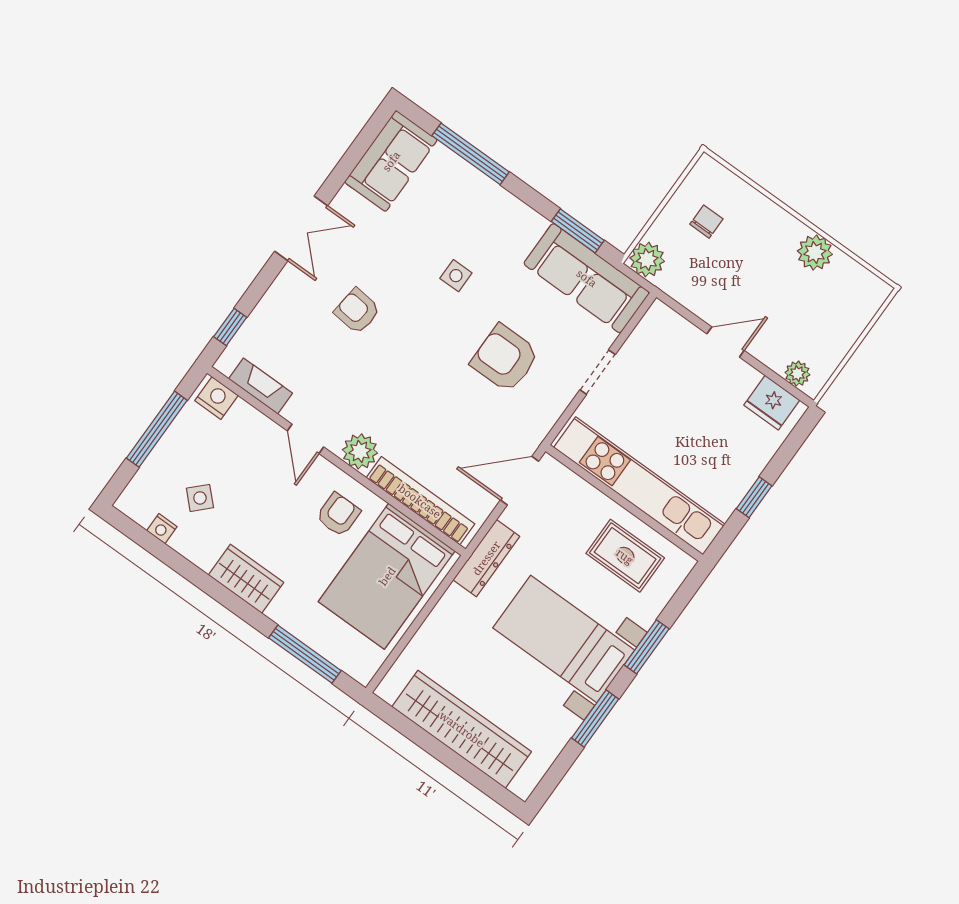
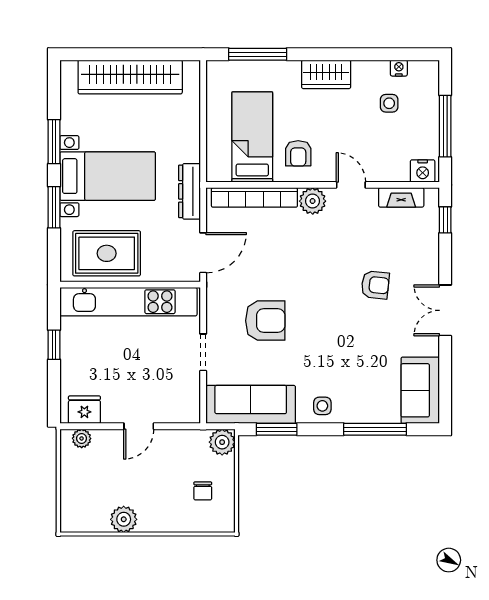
side table: (456, 276) -> (322, 406), moved
side table: (200, 498) -> (389, 103), turned 45
rug: (625, 556) -> (107, 253), width x1.36, depth x1.43
bed: (387, 576) -> (252, 137), width x0.67

